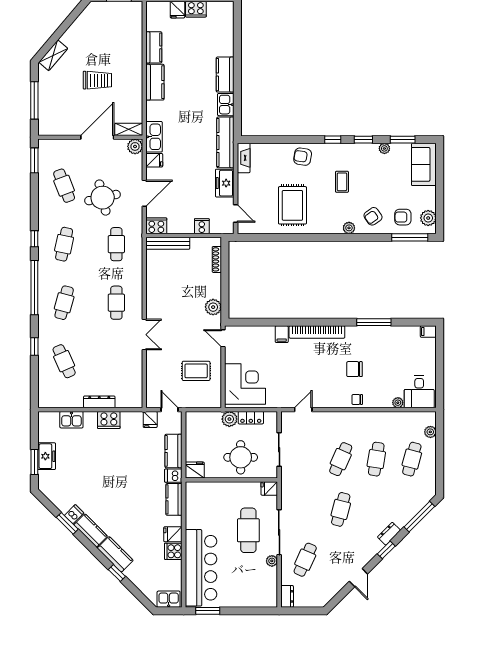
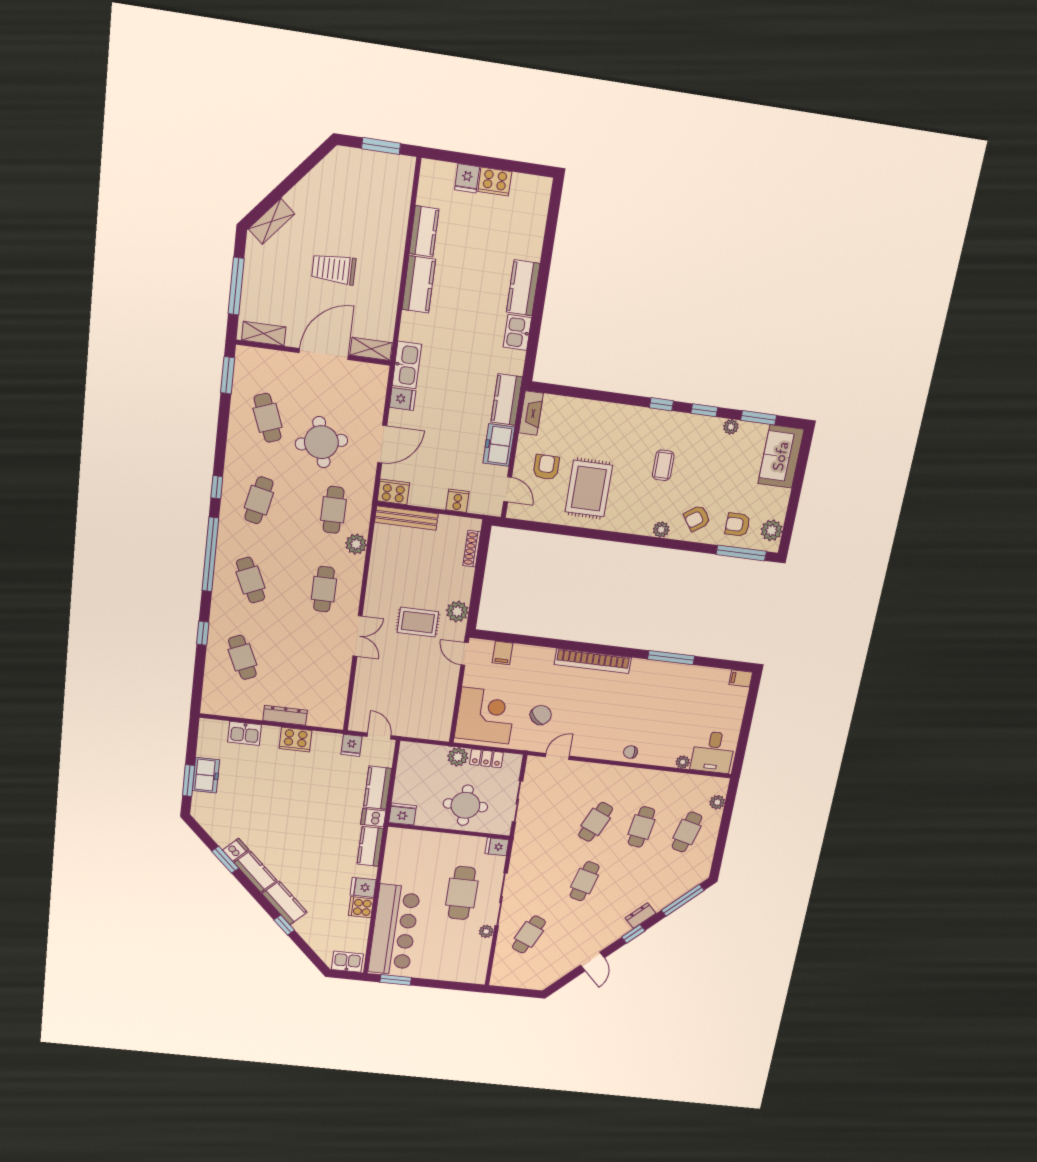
trolley: (97, 80) -> (334, 269), turned 180
shelving: (56, 129) -> (264, 334), added
kitchen counter: (225, 142) -> (507, 400), width x0.67
plant: (135, 146) -> (356, 544), moved
armchair: (303, 157) -> (546, 467), moved, turned 81
cafe table: (64, 303) -> (251, 580), turned -39
filing cabinet: (282, 334) -> (503, 653), moved
chair: (355, 369) -> (541, 715), moved, turned 136
rug: (196, 371) -> (418, 622), moved
dresser: (287, 596) -> (499, 974), removed

